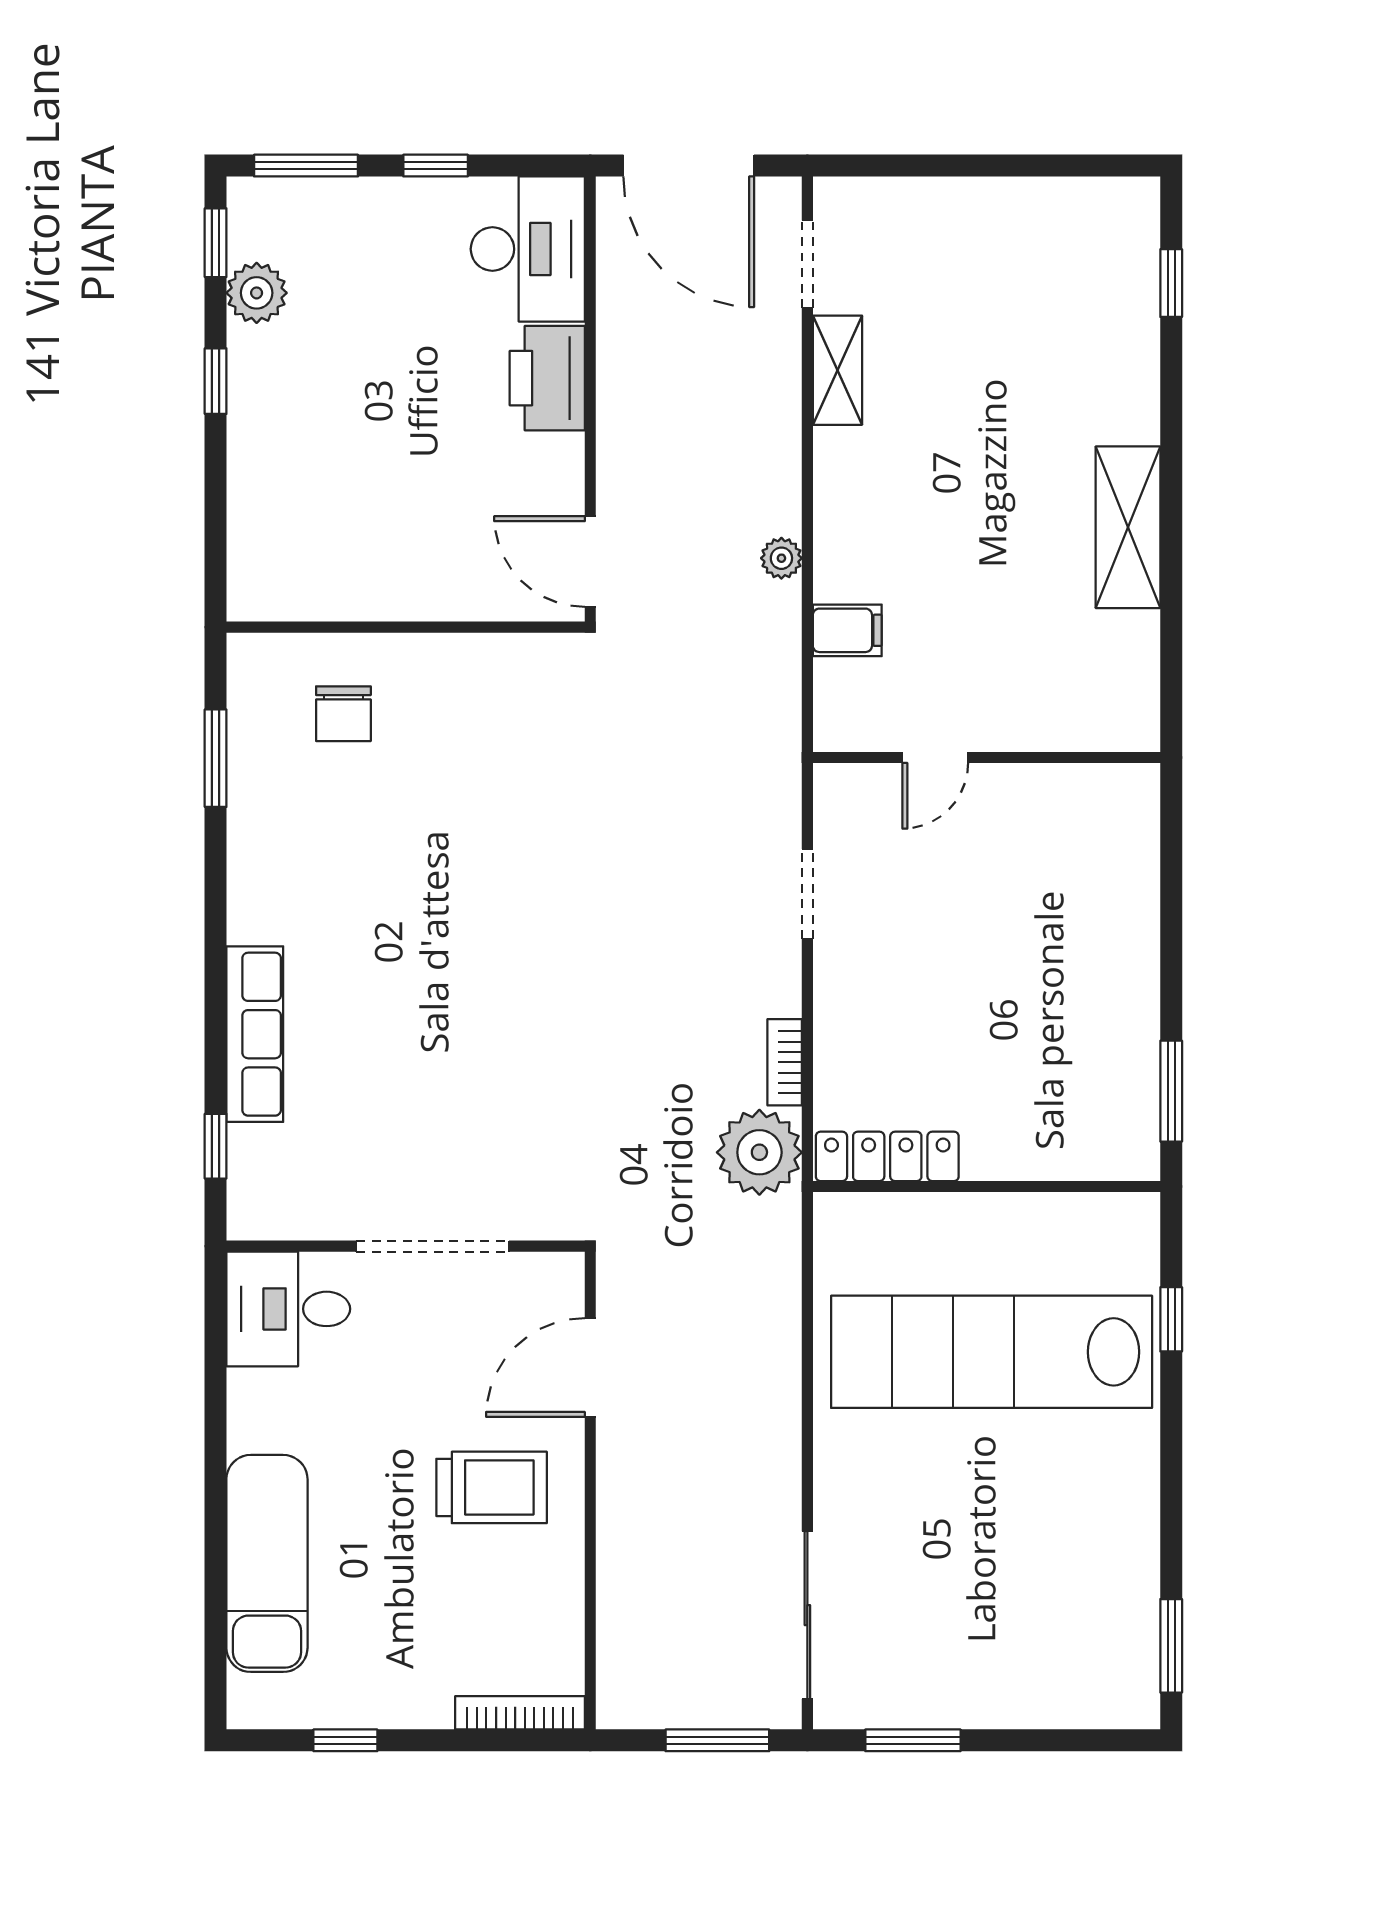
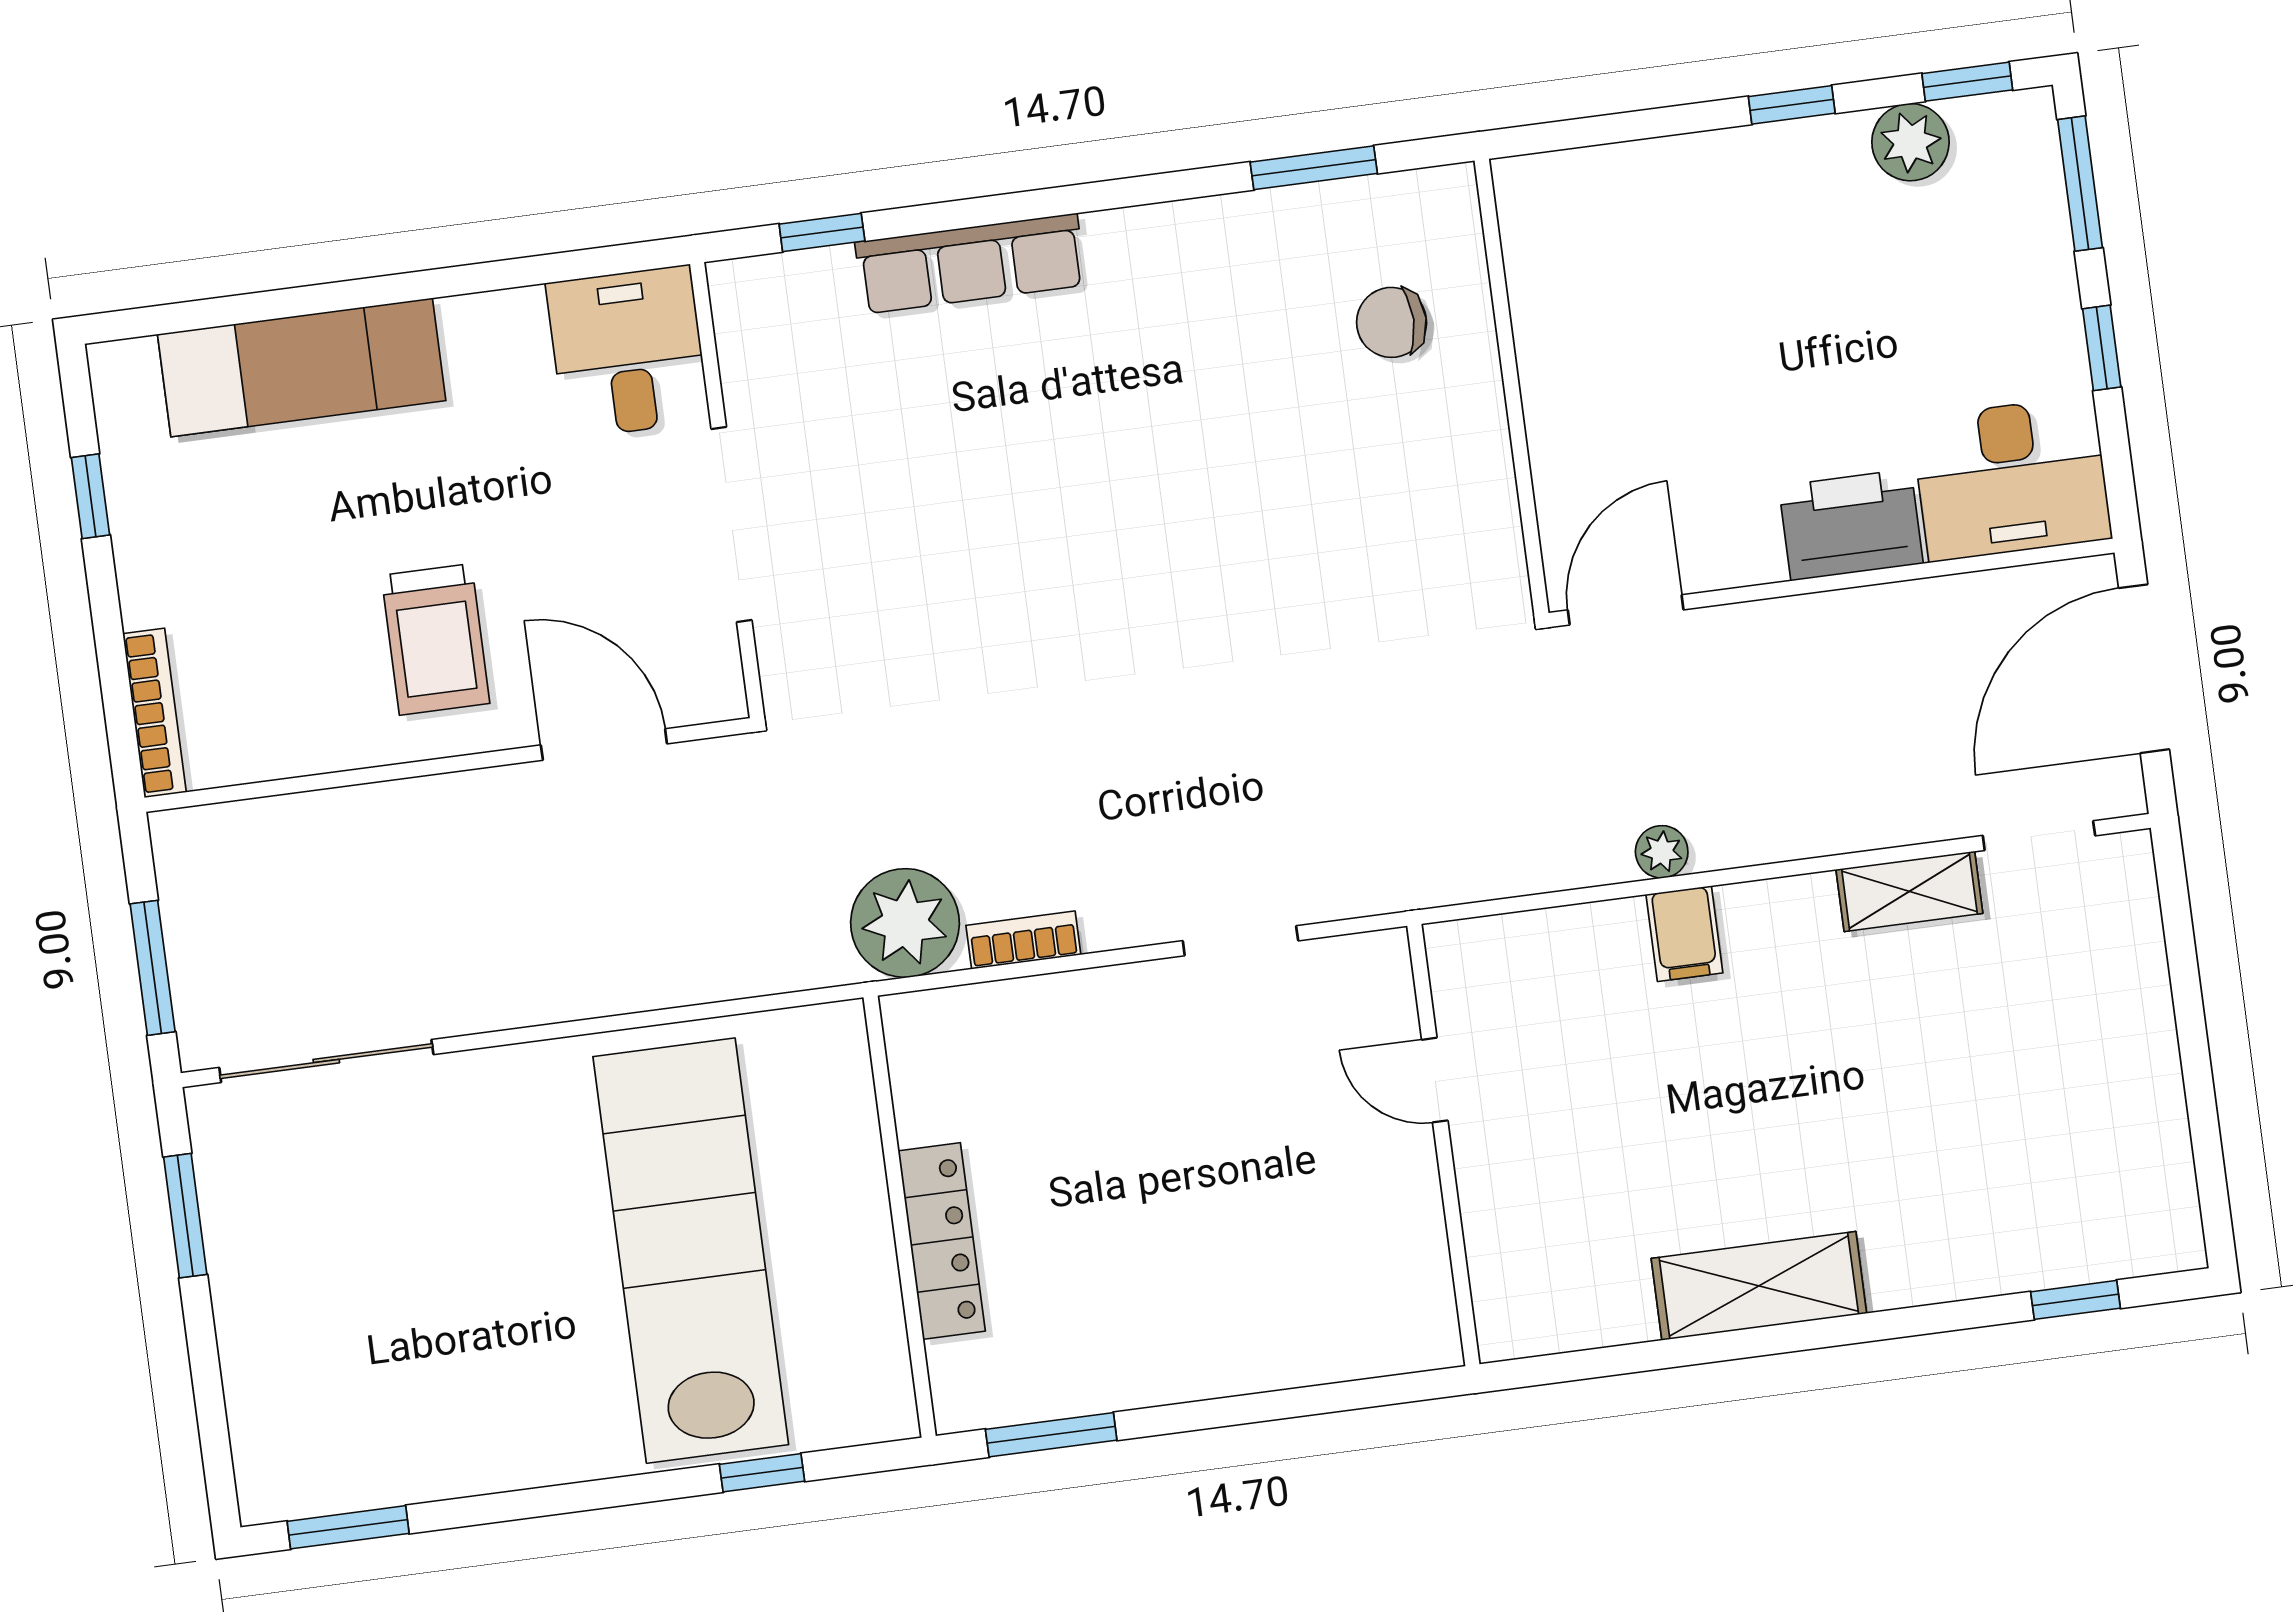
filing cabinet: (847, 630) -> (1684, 934), moved
locker: (887, 1156) -> (942, 1241), moved

